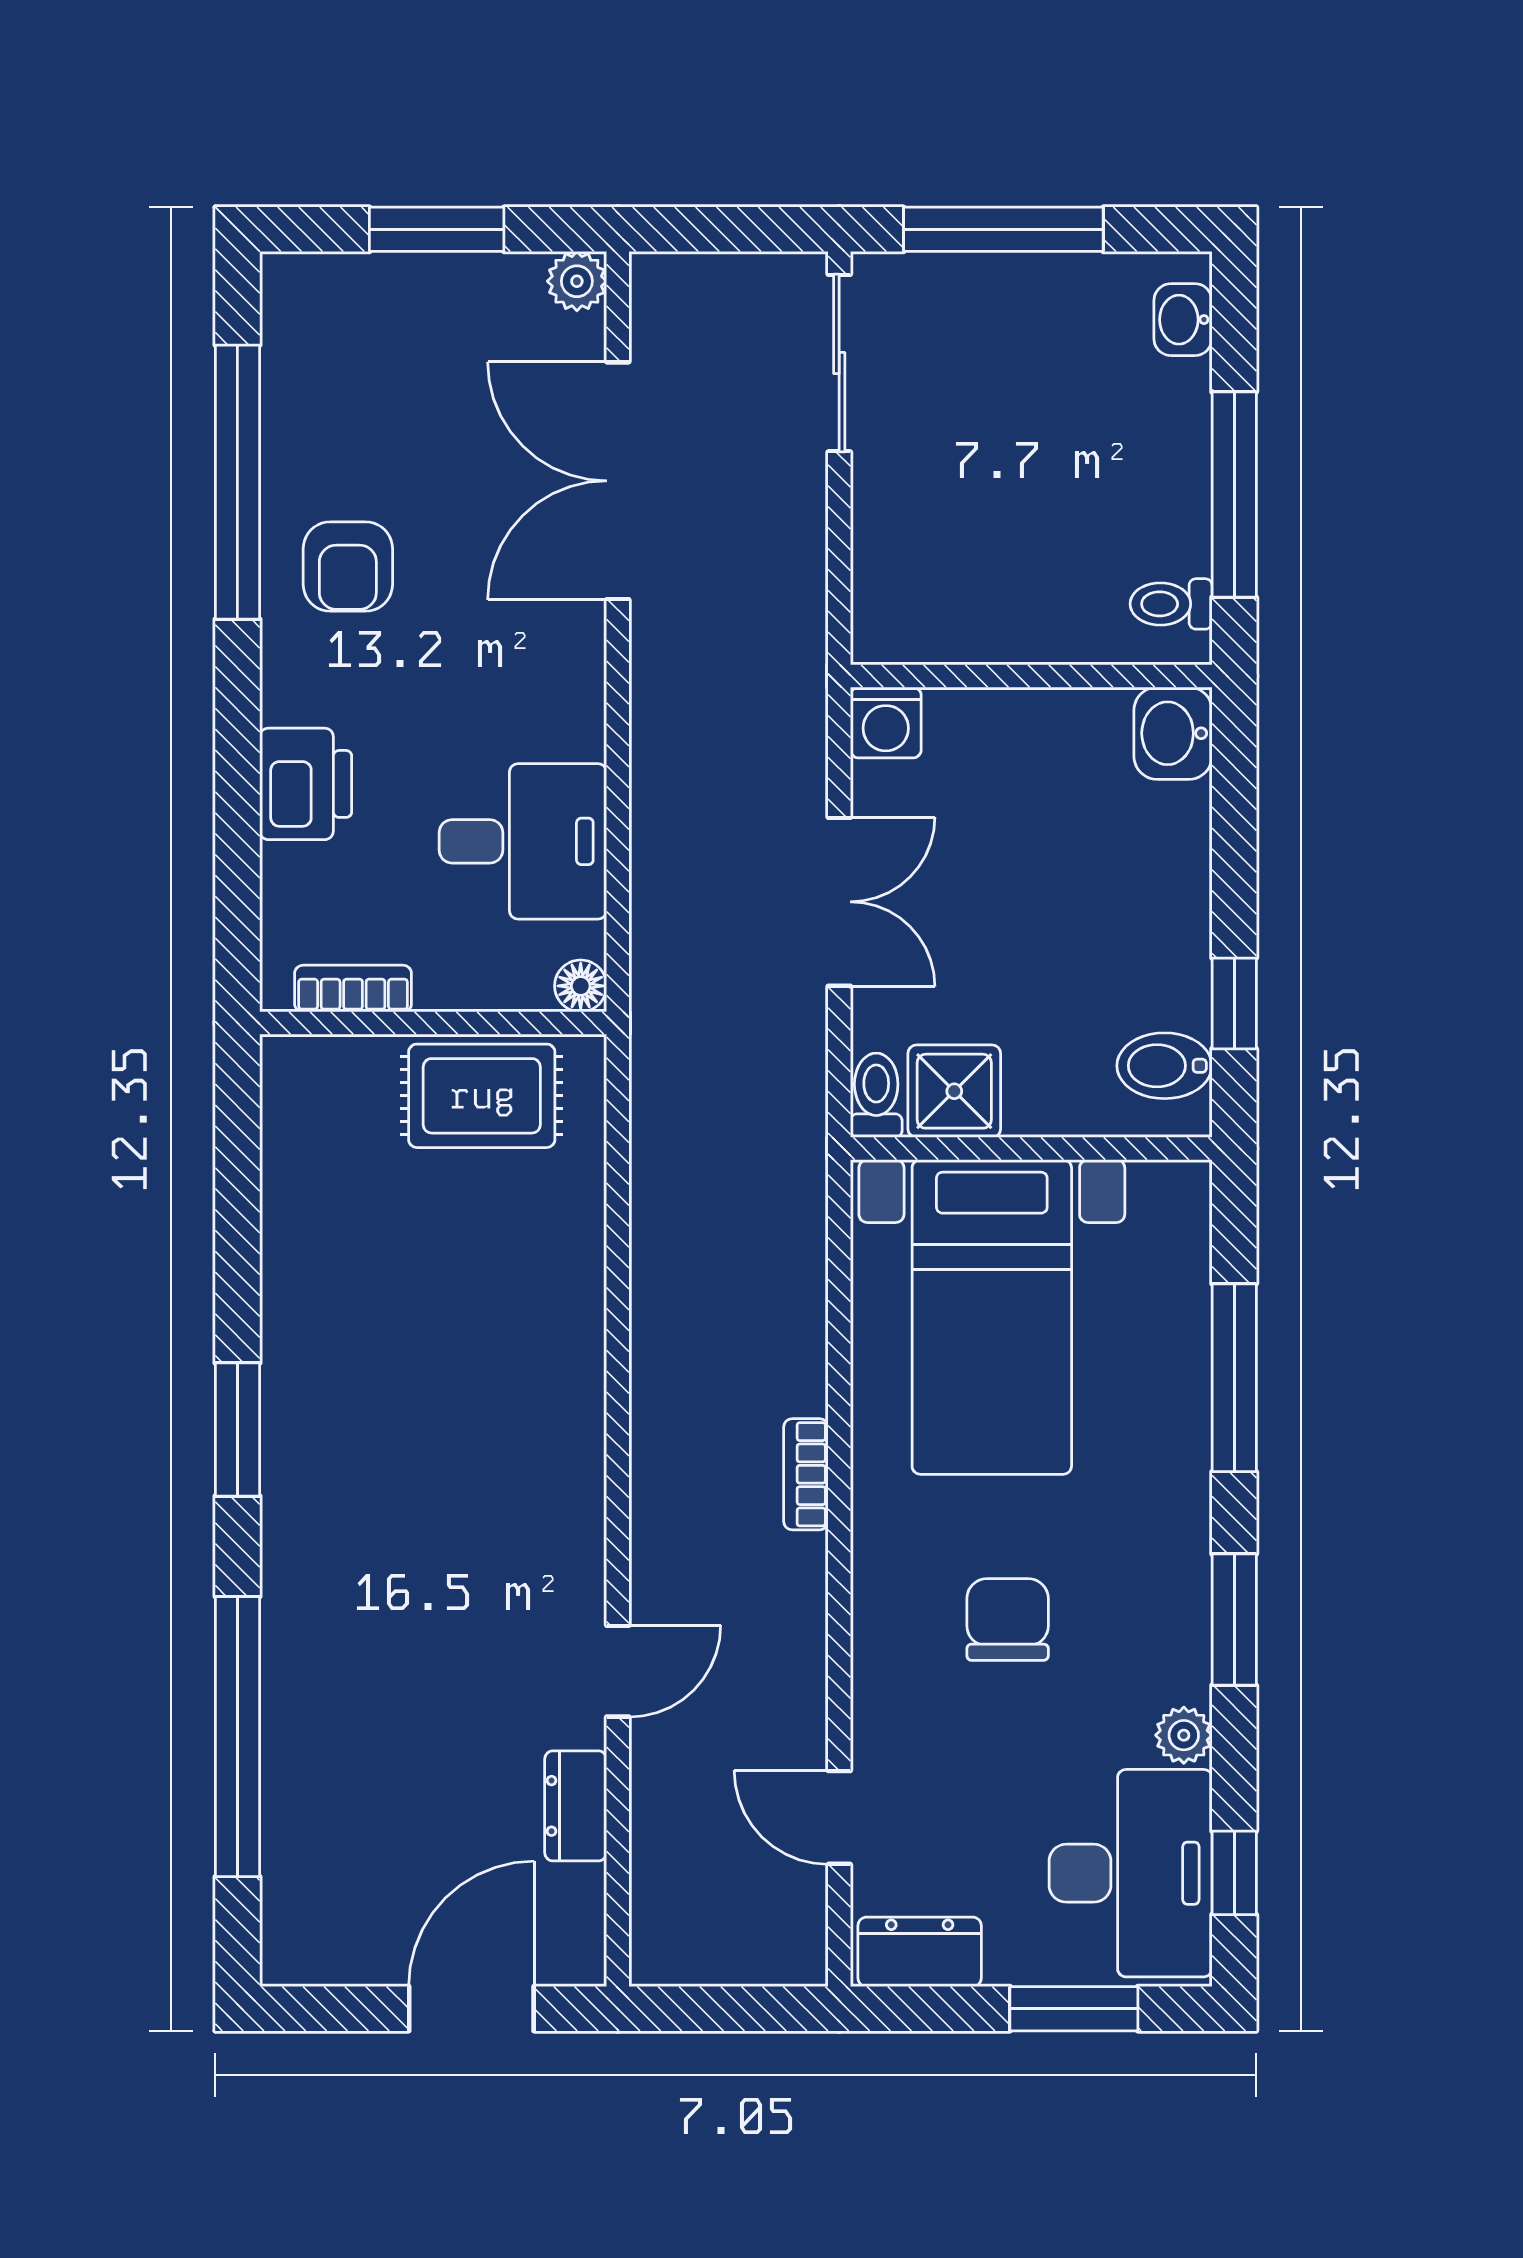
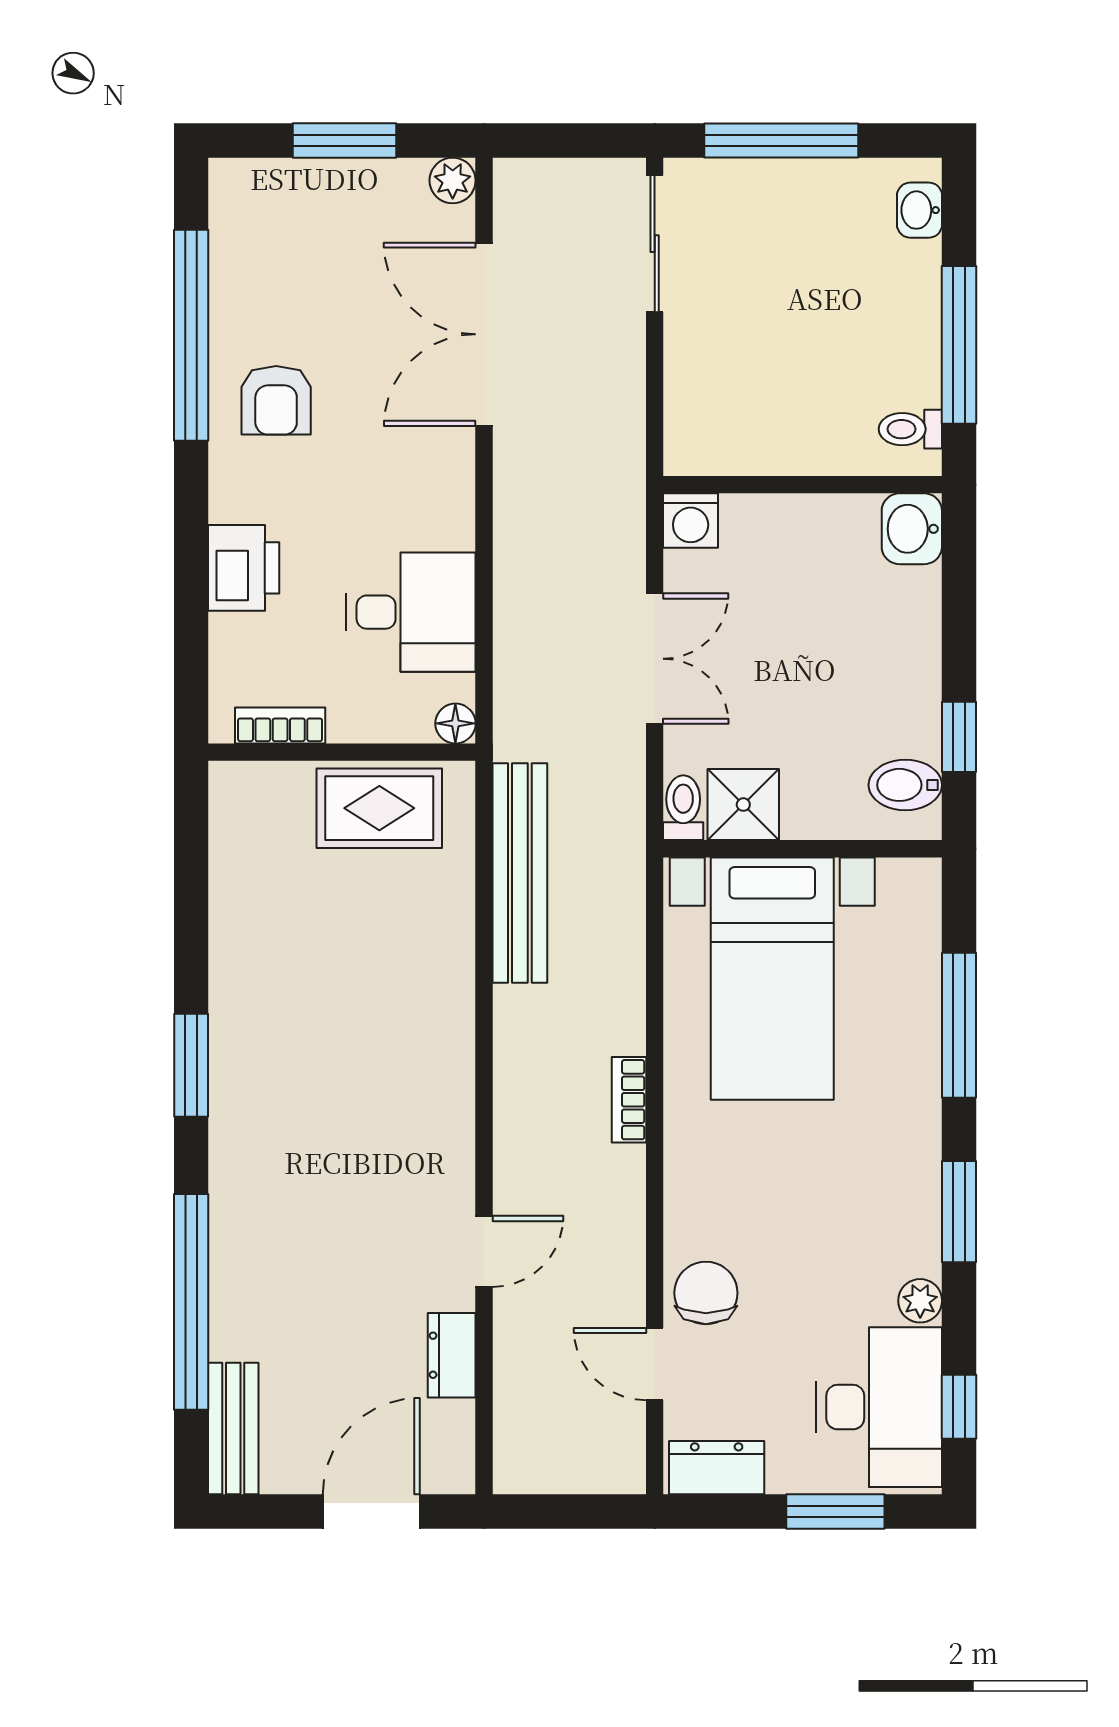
bench: (664, 1180) -> (520, 873), added
chair: (1008, 1620) -> (706, 1293), moved
bench: (292, 1901) -> (233, 1429), added

